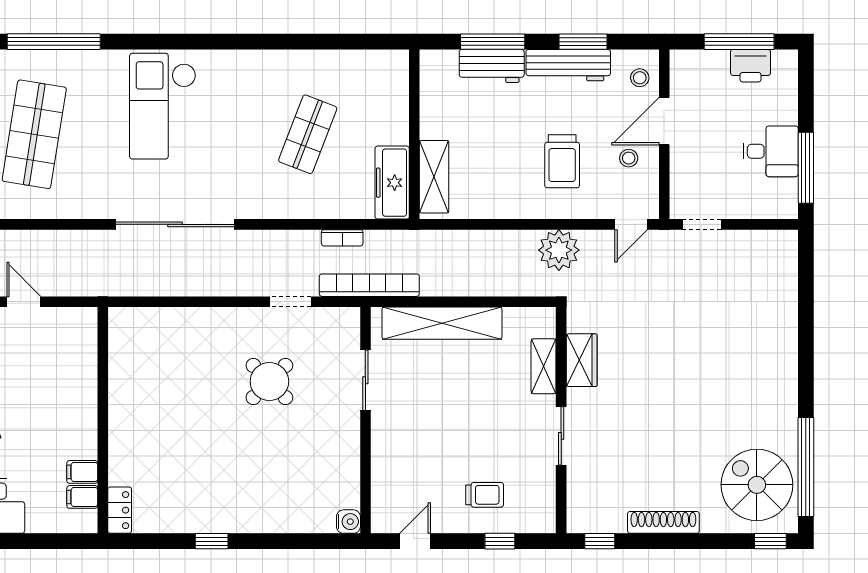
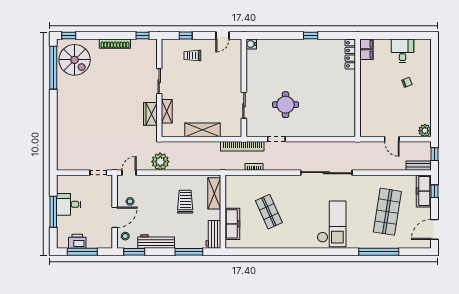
window: (583, 42) -> (134, 252), moved
workbench: (492, 66) -> (213, 234), moved, turned -90
shop shelf: (308, 134) -> (269, 212), turned -45
trolley: (562, 161) -> (185, 202), moved
window: (806, 168) -> (53, 212), moved
freezer: (392, 183) -> (232, 224), moved
shelving: (442, 323) -> (203, 130), width x0.68
round table: (269, 382) -> (286, 105), turned 45
filing cabinet: (82, 472) -> (367, 44), moved
locker: (120, 510) -> (350, 54), width x1.53

